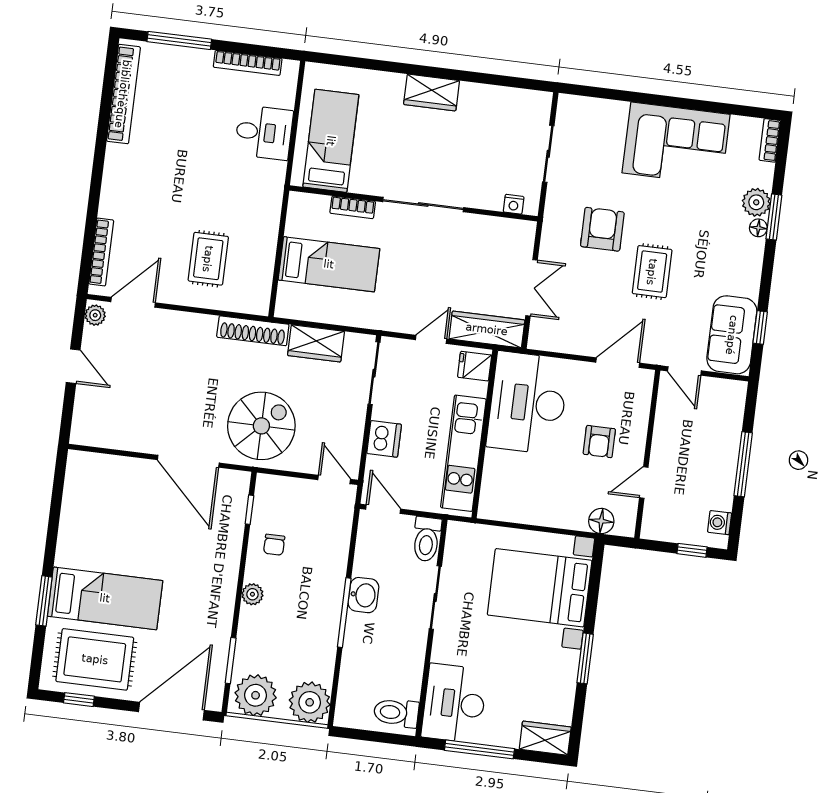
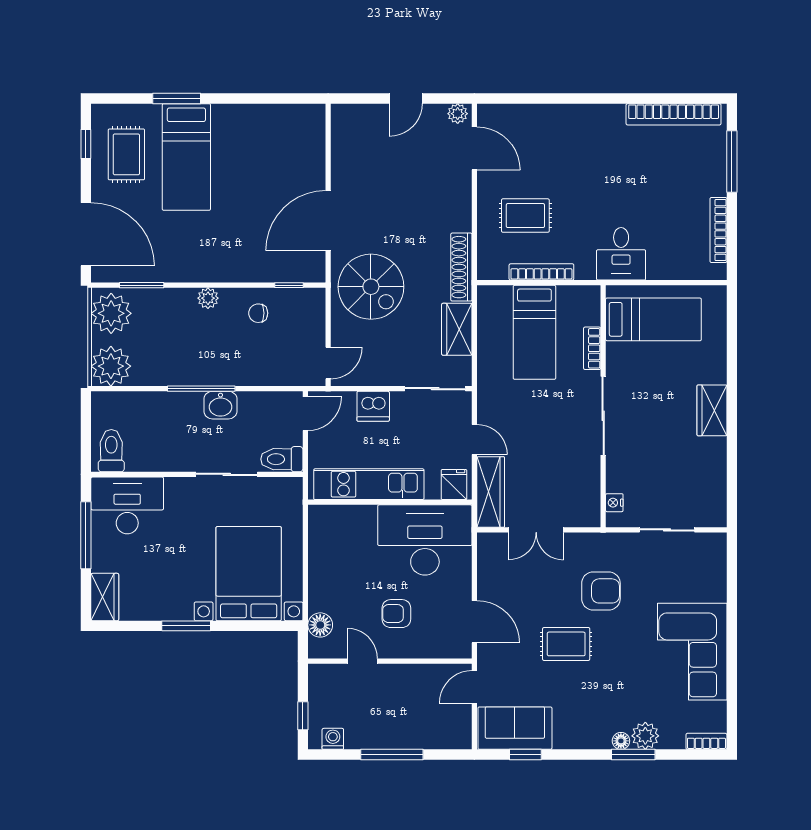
desk: (264, 133) -> (621, 254), moved
bookcase: (101, 252) -> (541, 272), moved, turned 180
rug: (95, 659) -> (126, 154), width x0.73, depth x0.70

